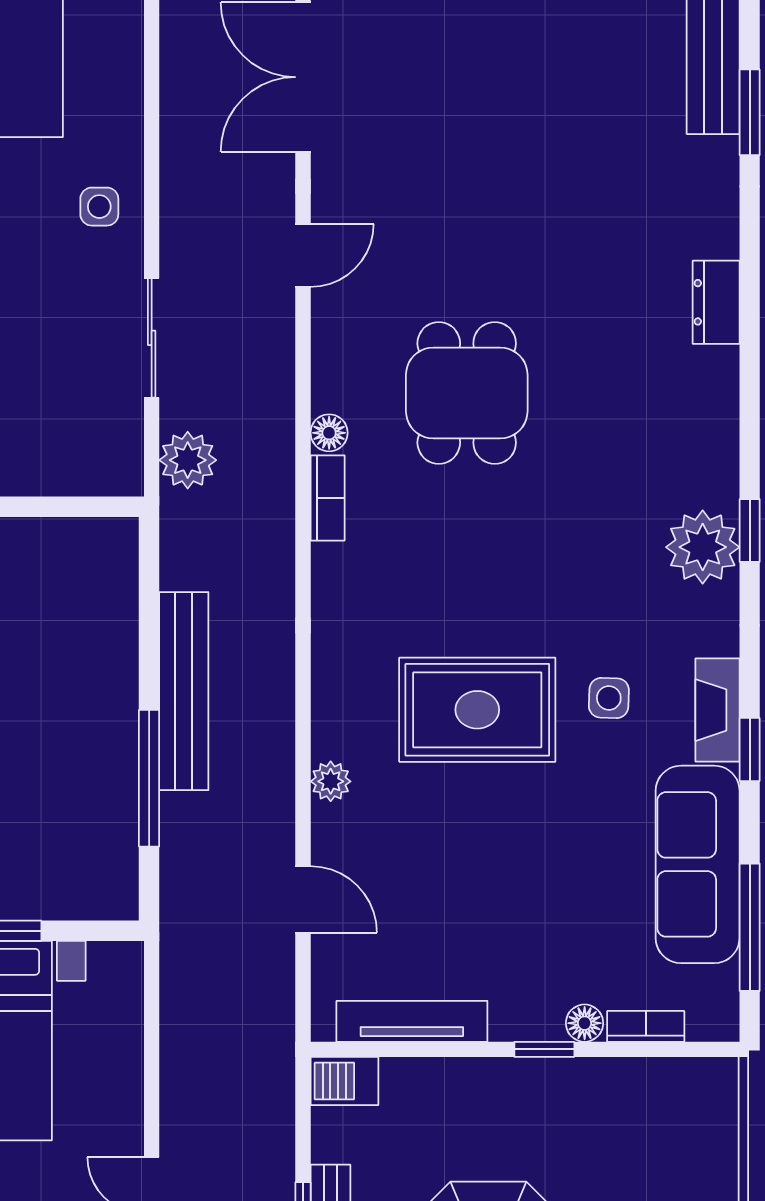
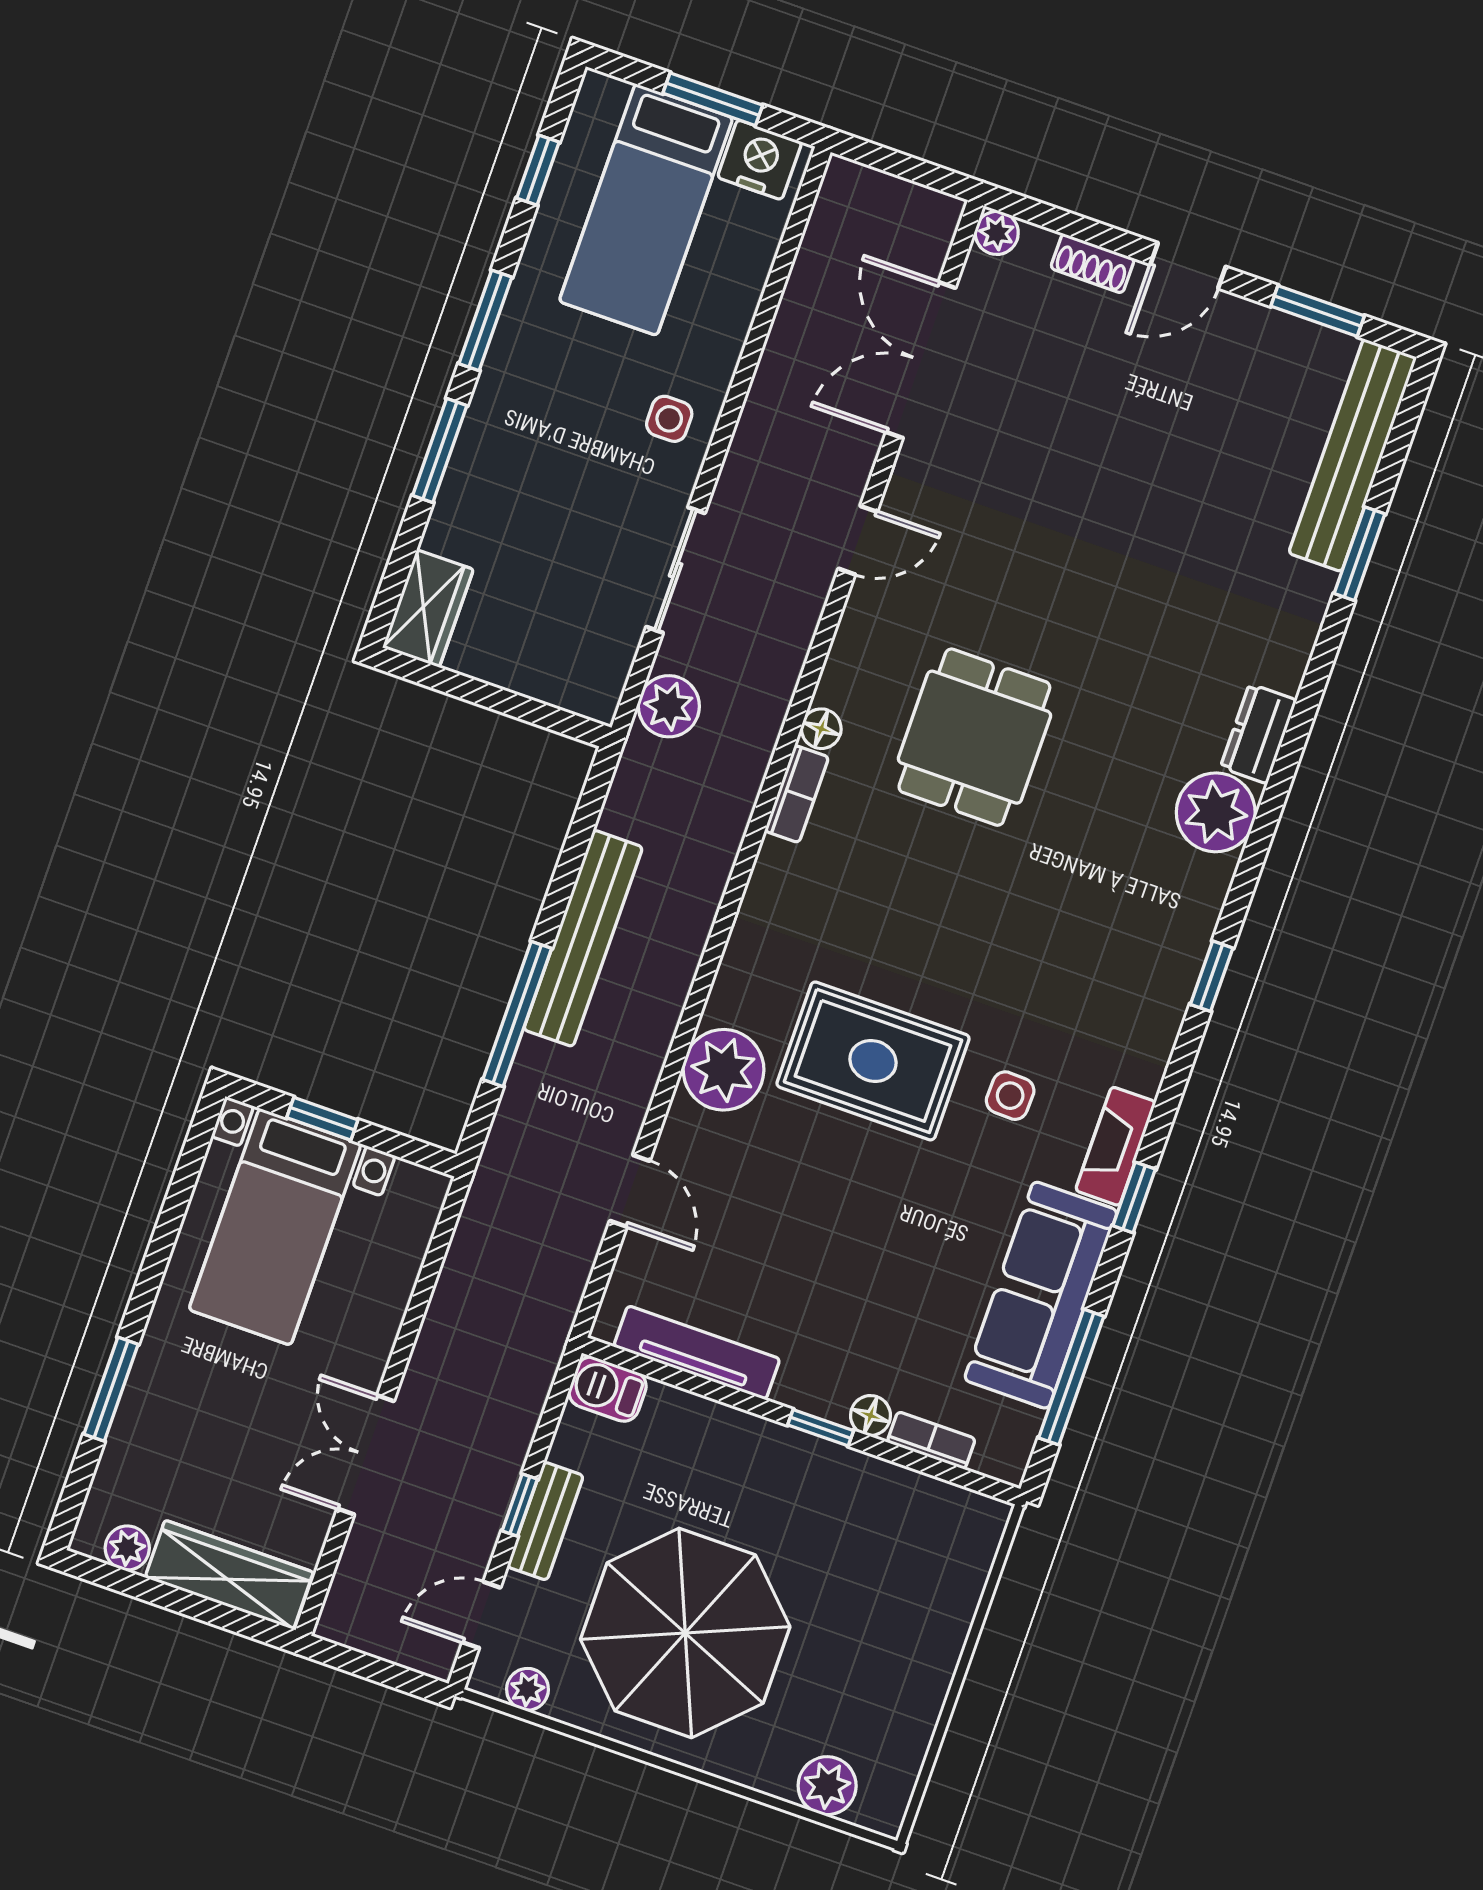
plant: (703, 547) -> (1216, 812), moved
plant: (331, 781) -> (724, 1070), width x1.88, depth x1.88

